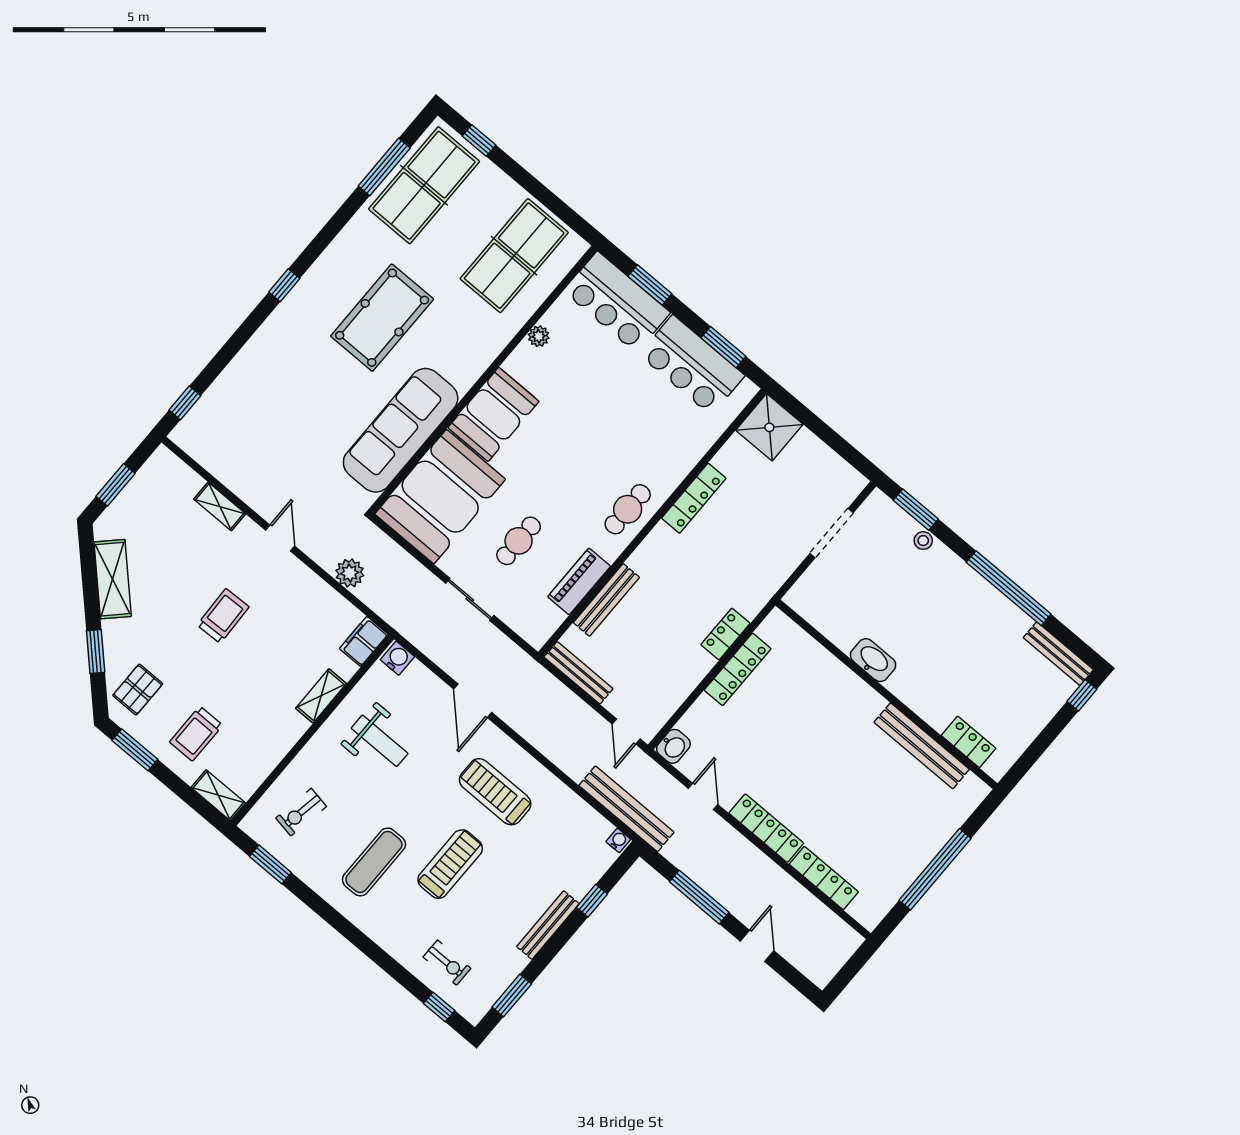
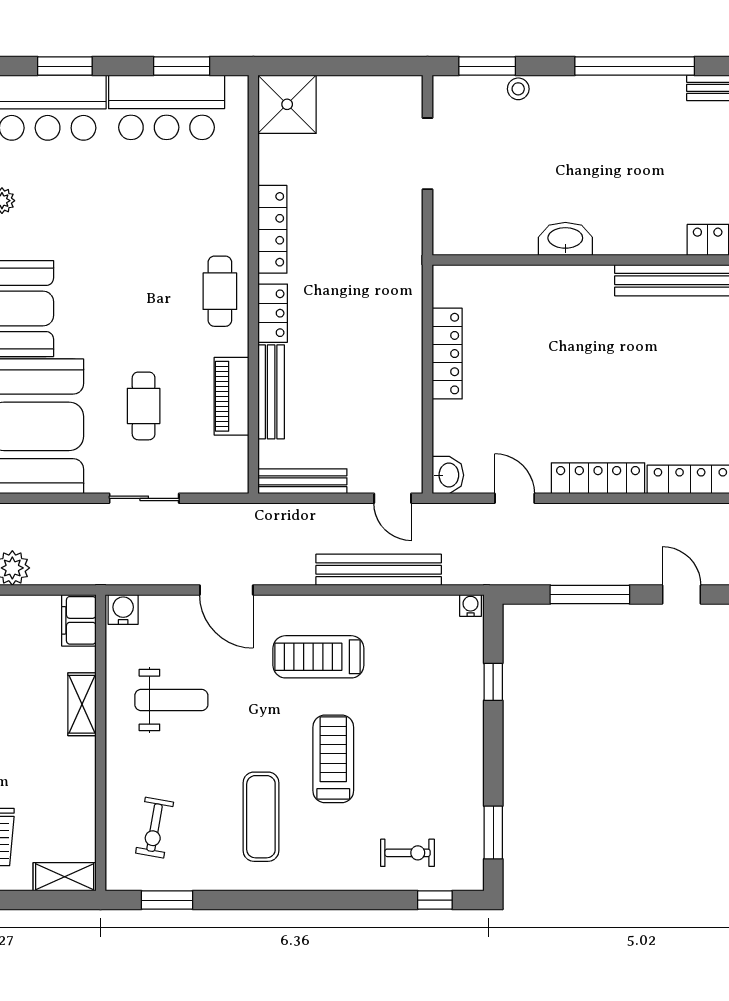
locker: (725, 634) -> (273, 313), moved, turned 180
bench: (626, 809) -> (379, 570), moved
bench: (548, 925) -> (472, 739), removed

